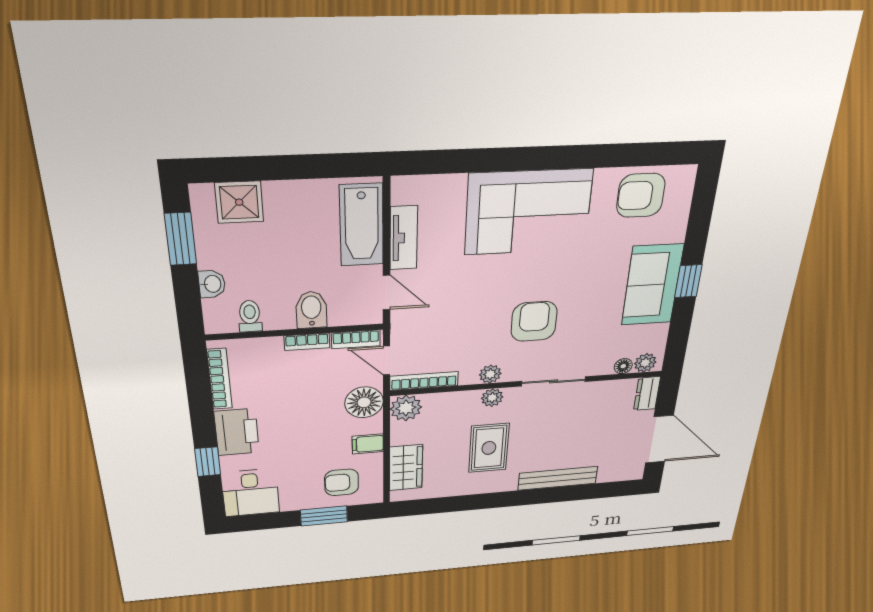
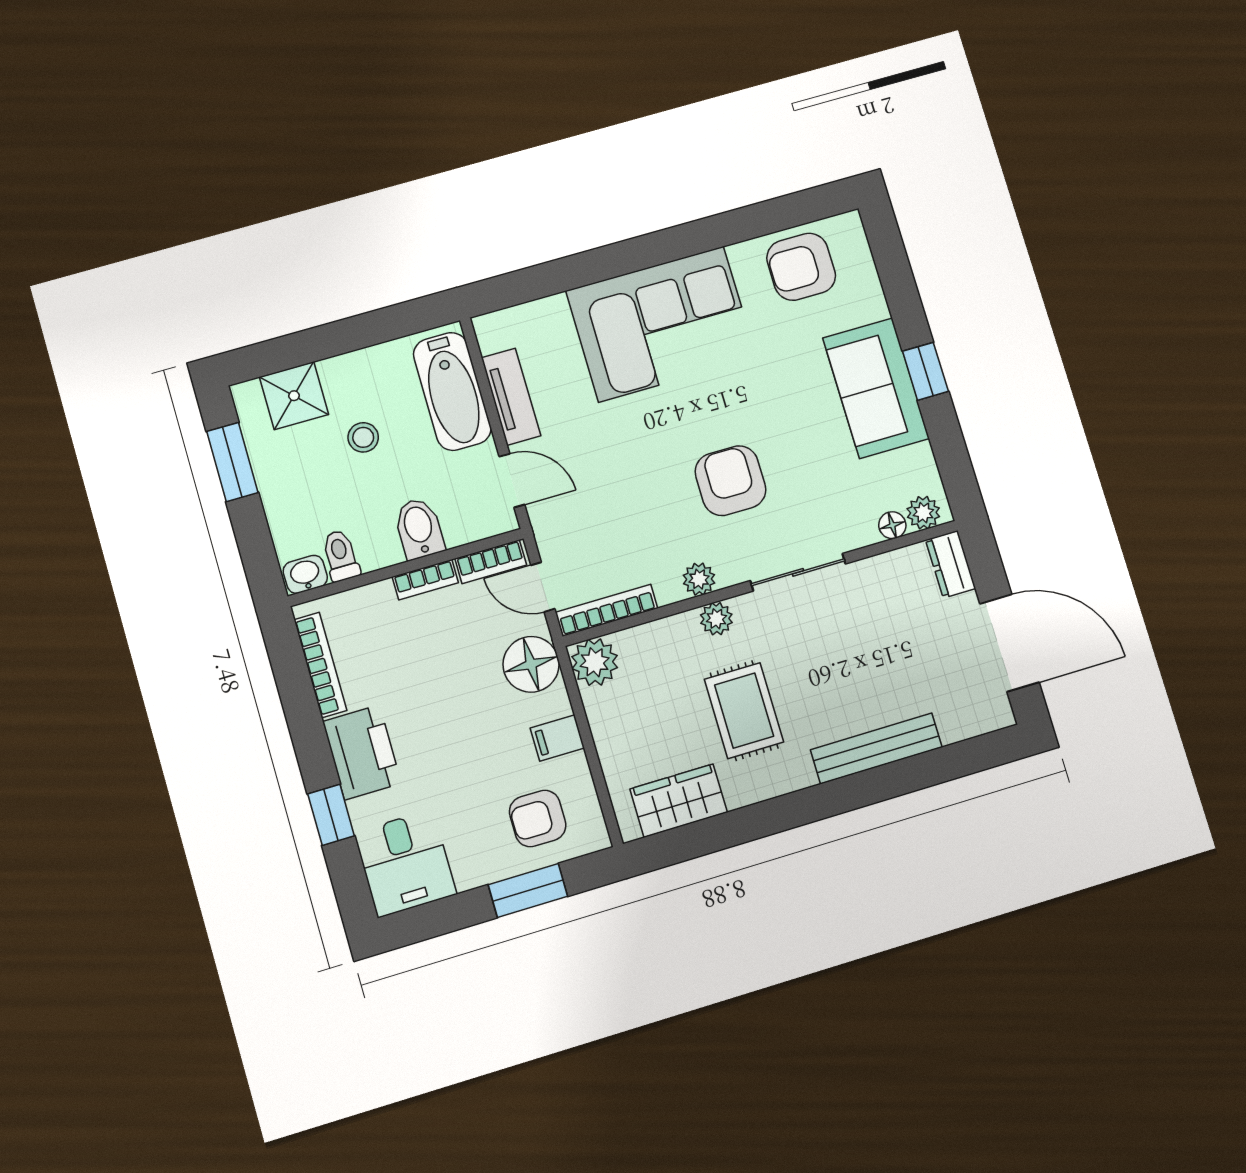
stool: (286, 243) -> (363, 437), added
washbasin: (212, 284) -> (305, 574), moved, turned -90
wardrobe: (406, 468) -> (679, 801), moved, turned -90

